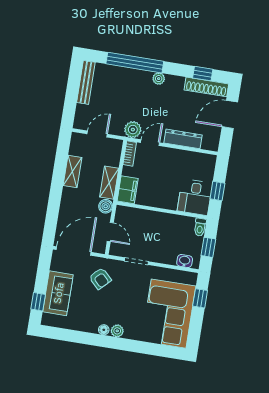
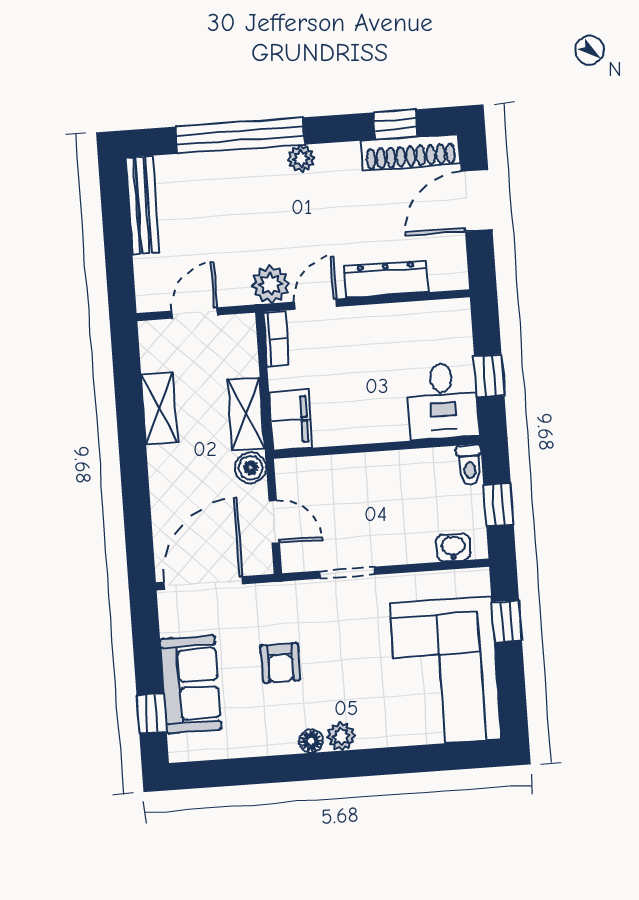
armchair: (100, 279) -> (280, 663), moved, turned 45

